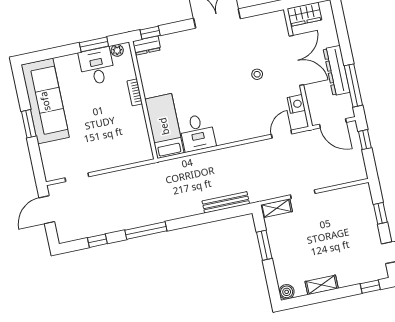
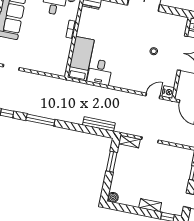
nightstand: (296, 104) -> (168, 92), moved
shelving: (322, 285) -> (150, 205), moved

